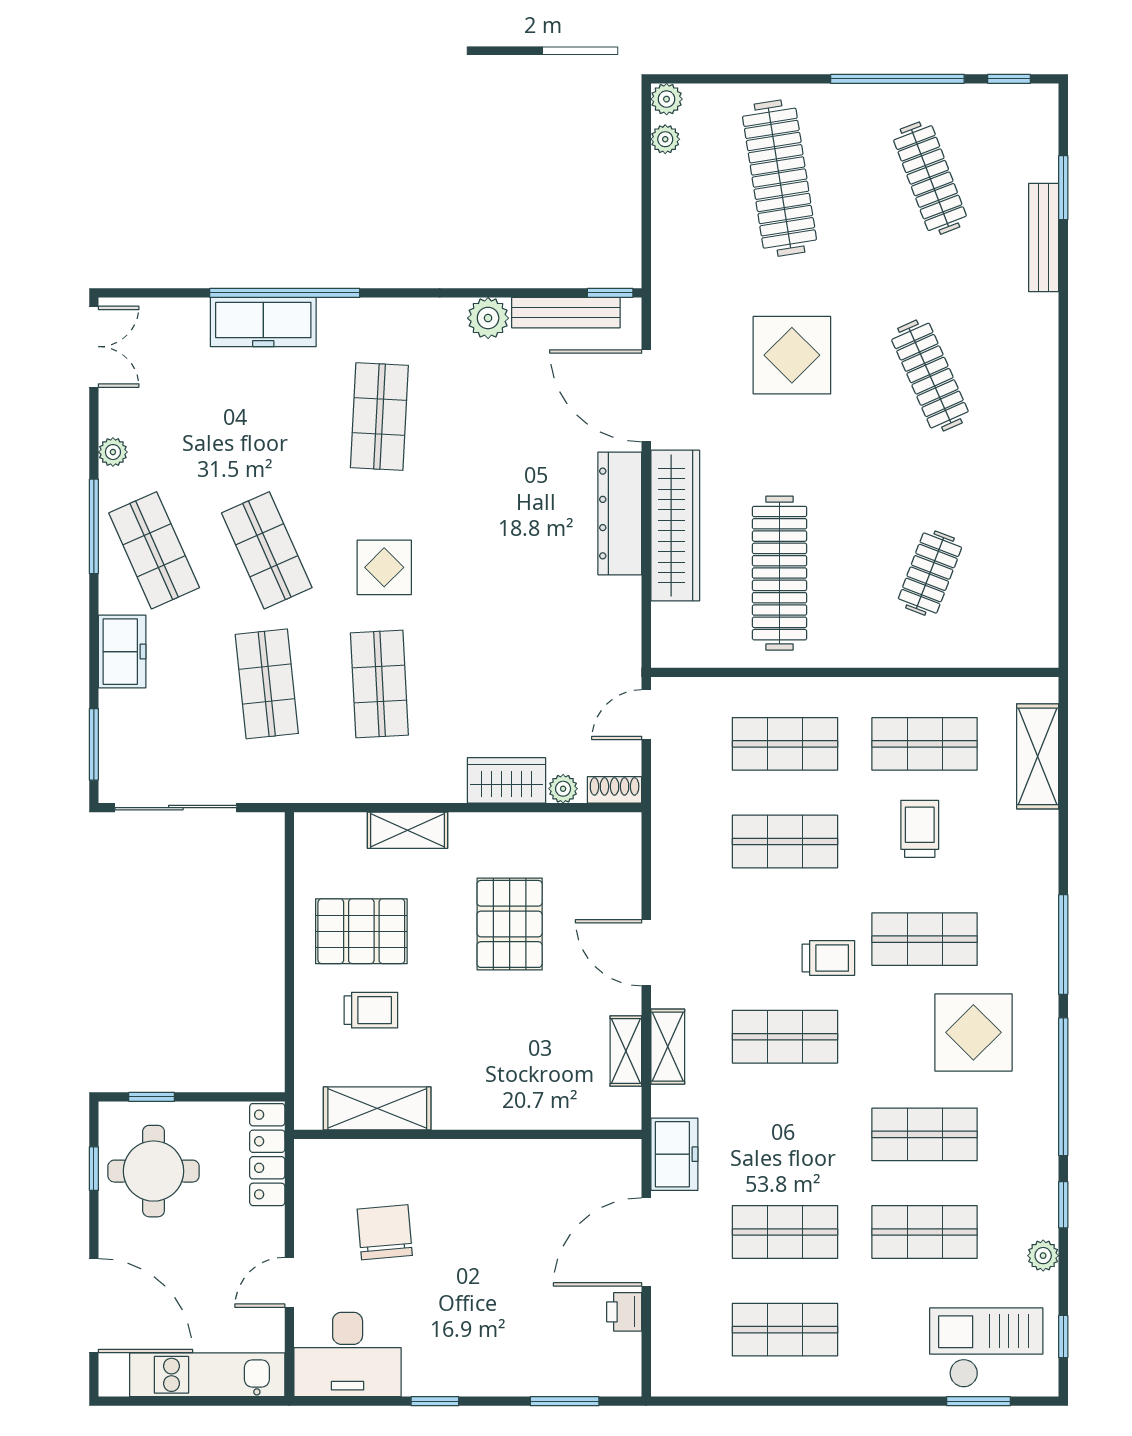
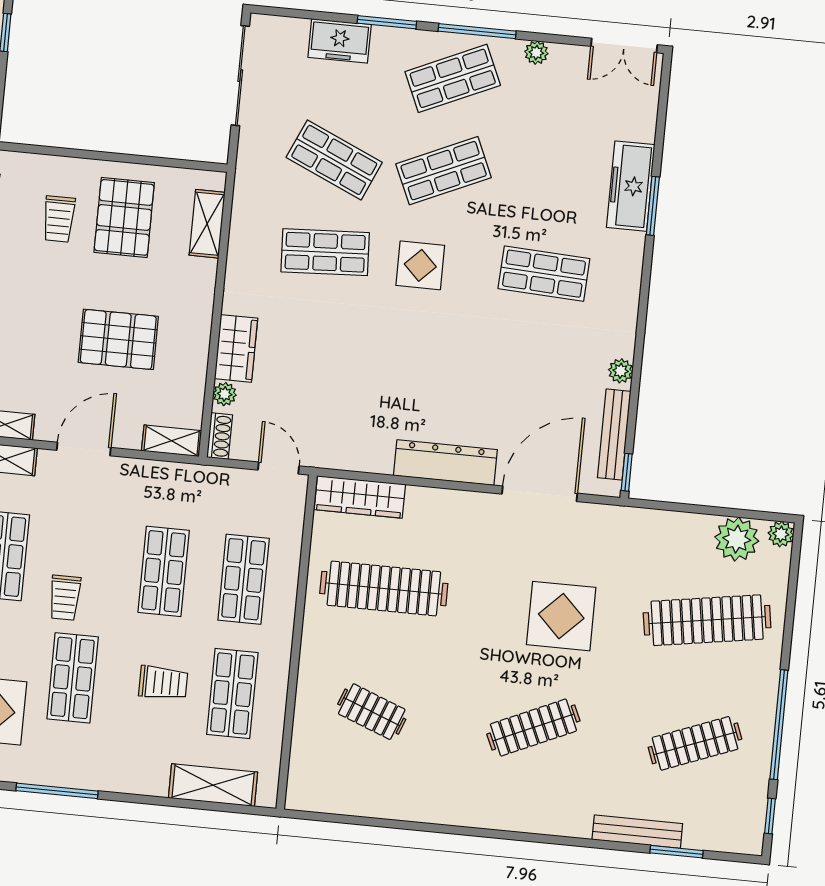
plant: (665, 139) -> (737, 539), width x1.88, depth x1.88
window: (285, 293) -> (653, 206), width x0.47
plant: (488, 318) -> (621, 371), width x0.73, depth x0.73
wardrobe: (675, 526) -> (360, 497), moved, width x0.71, depth x0.85
freezer: (122, 652) -> (340, 41), moved
shop shelf: (267, 684) -> (334, 160), turned 30
window: (94, 744) -> (387, 22), moved
shelving: (408, 830) -> (207, 224), moved
shelving: (626, 847) -> (172, 441), added

